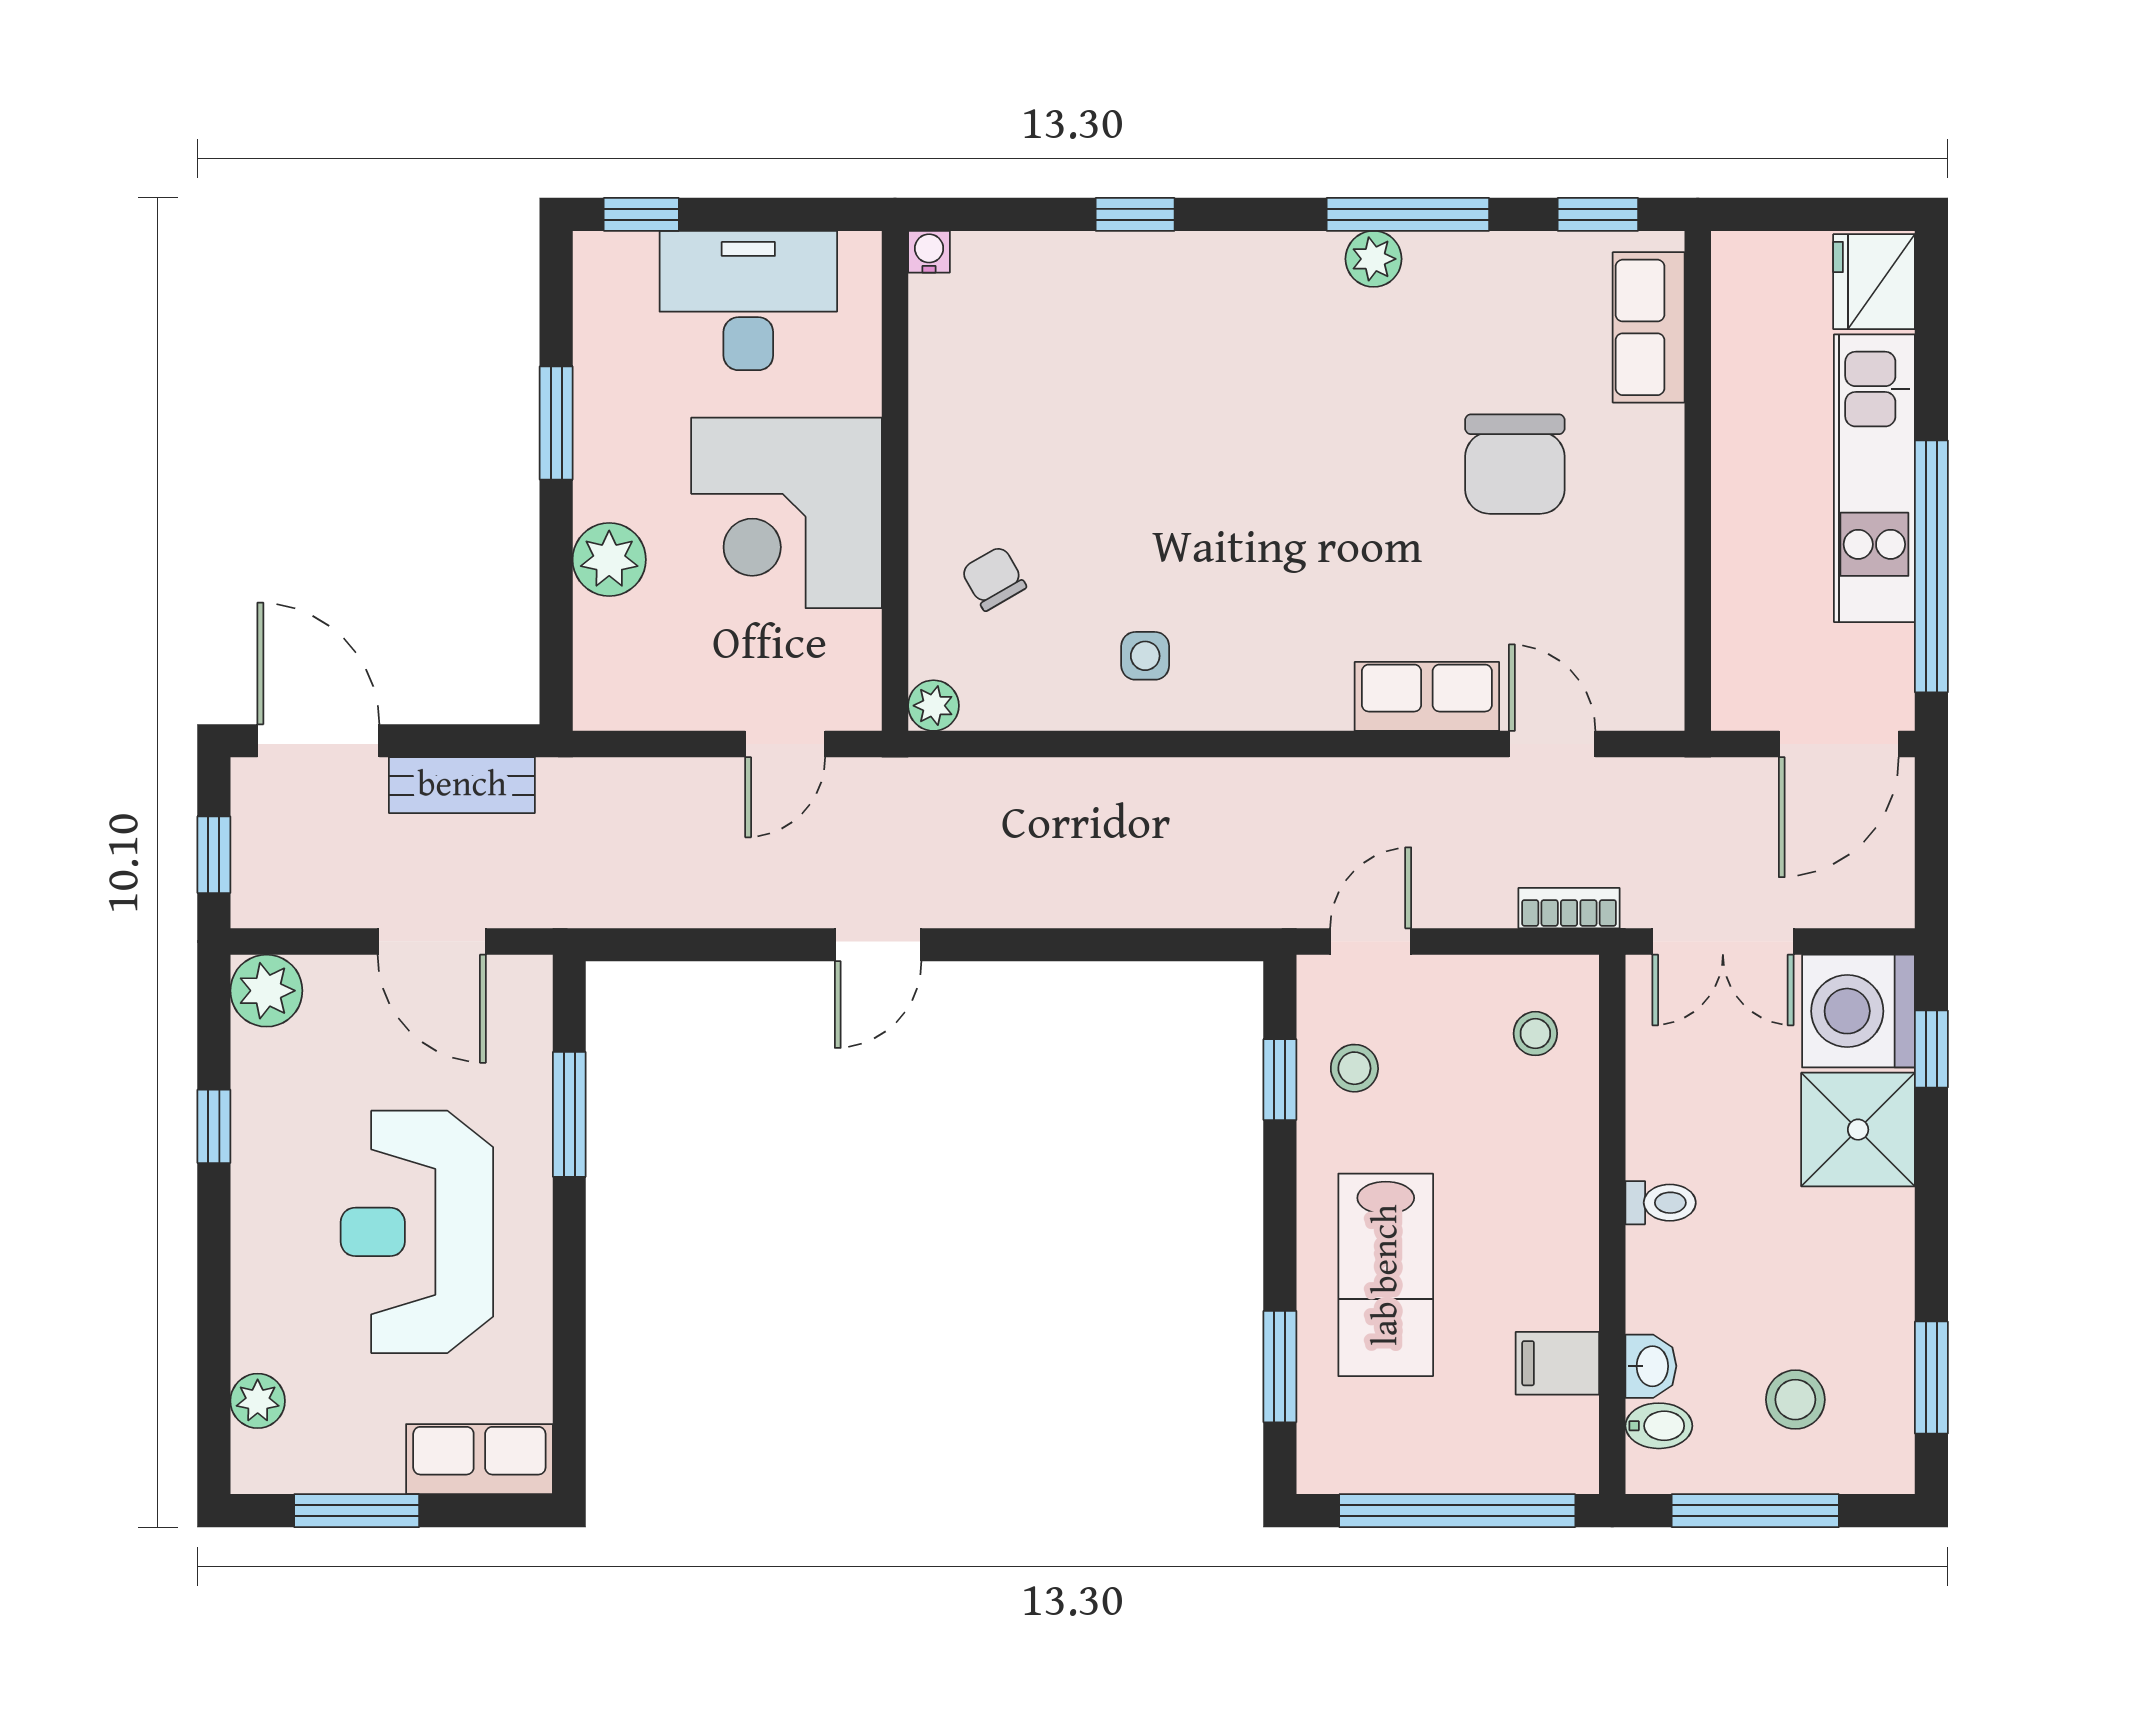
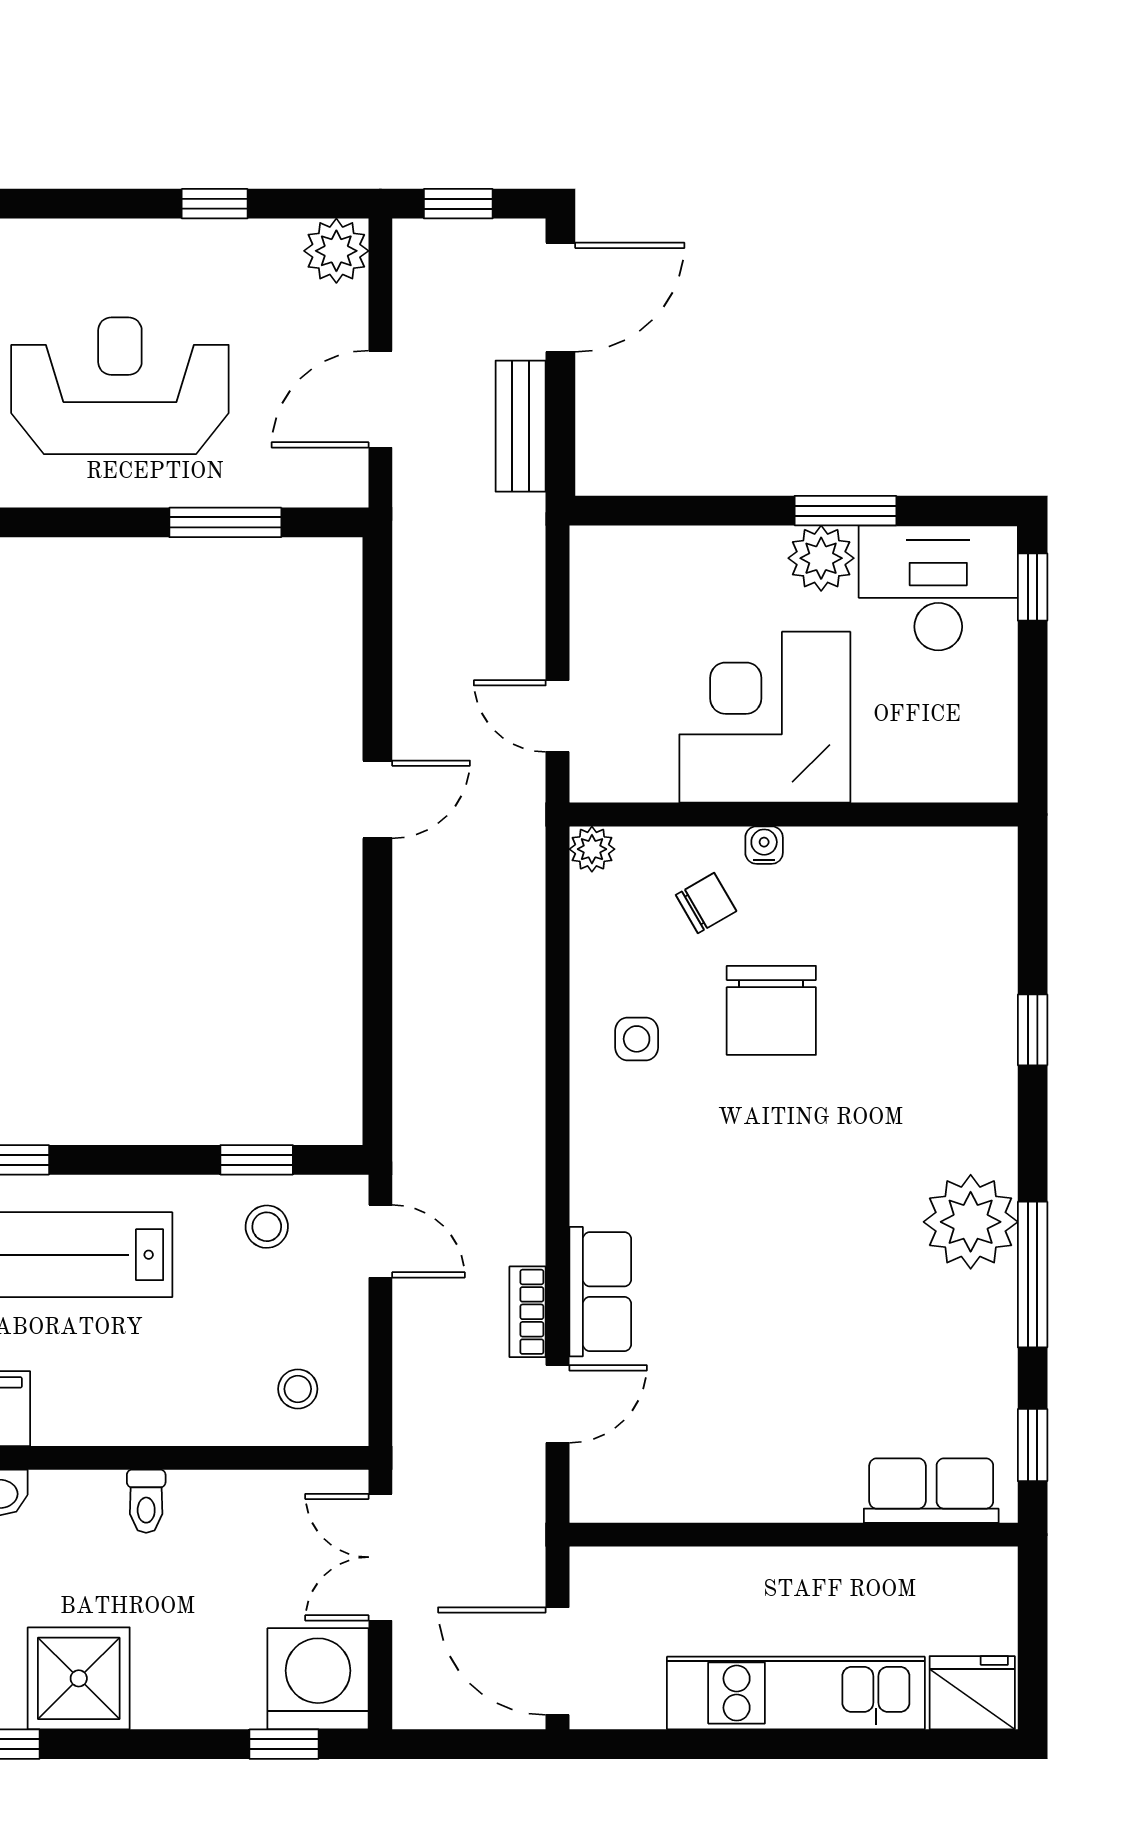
water cooler: (929, 252) -> (764, 845), moved, turned -90
plant: (1374, 259) -> (971, 1222), width x1.88, depth x1.88
desk: (748, 301) -> (938, 588), moved, turned -90
chair: (1515, 464) -> (771, 1010), moved, turned -90
plant: (609, 560) -> (821, 558), moved
window: (1931, 566) -> (717, 1744), removed
bookcase: (1569, 908) -> (528, 1312), moved, turned 180
door: (878, 945) -> (377, 799), swing flipped
shower: (1858, 1130) -> (79, 1678), moved

